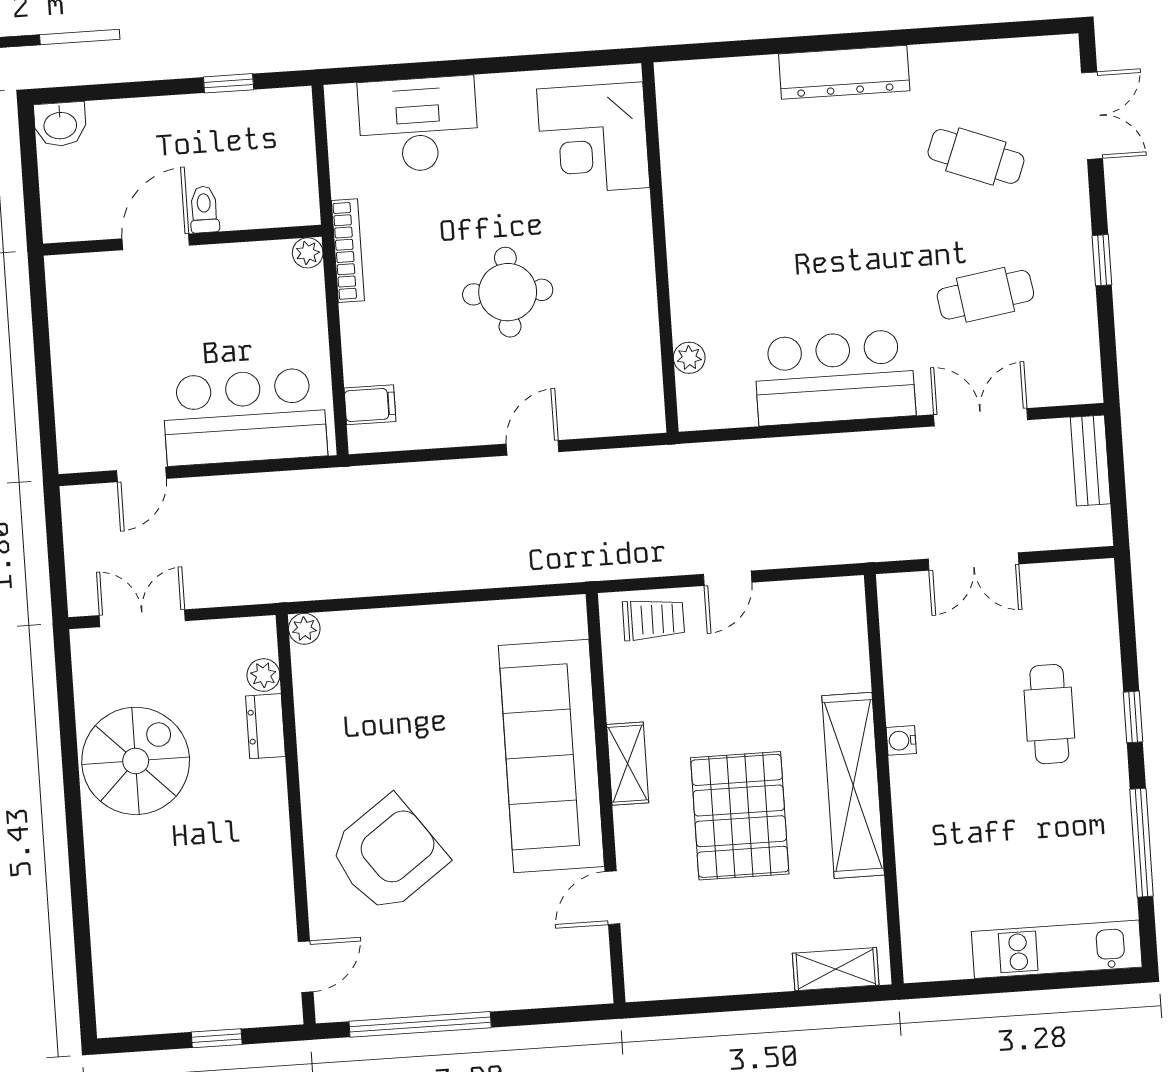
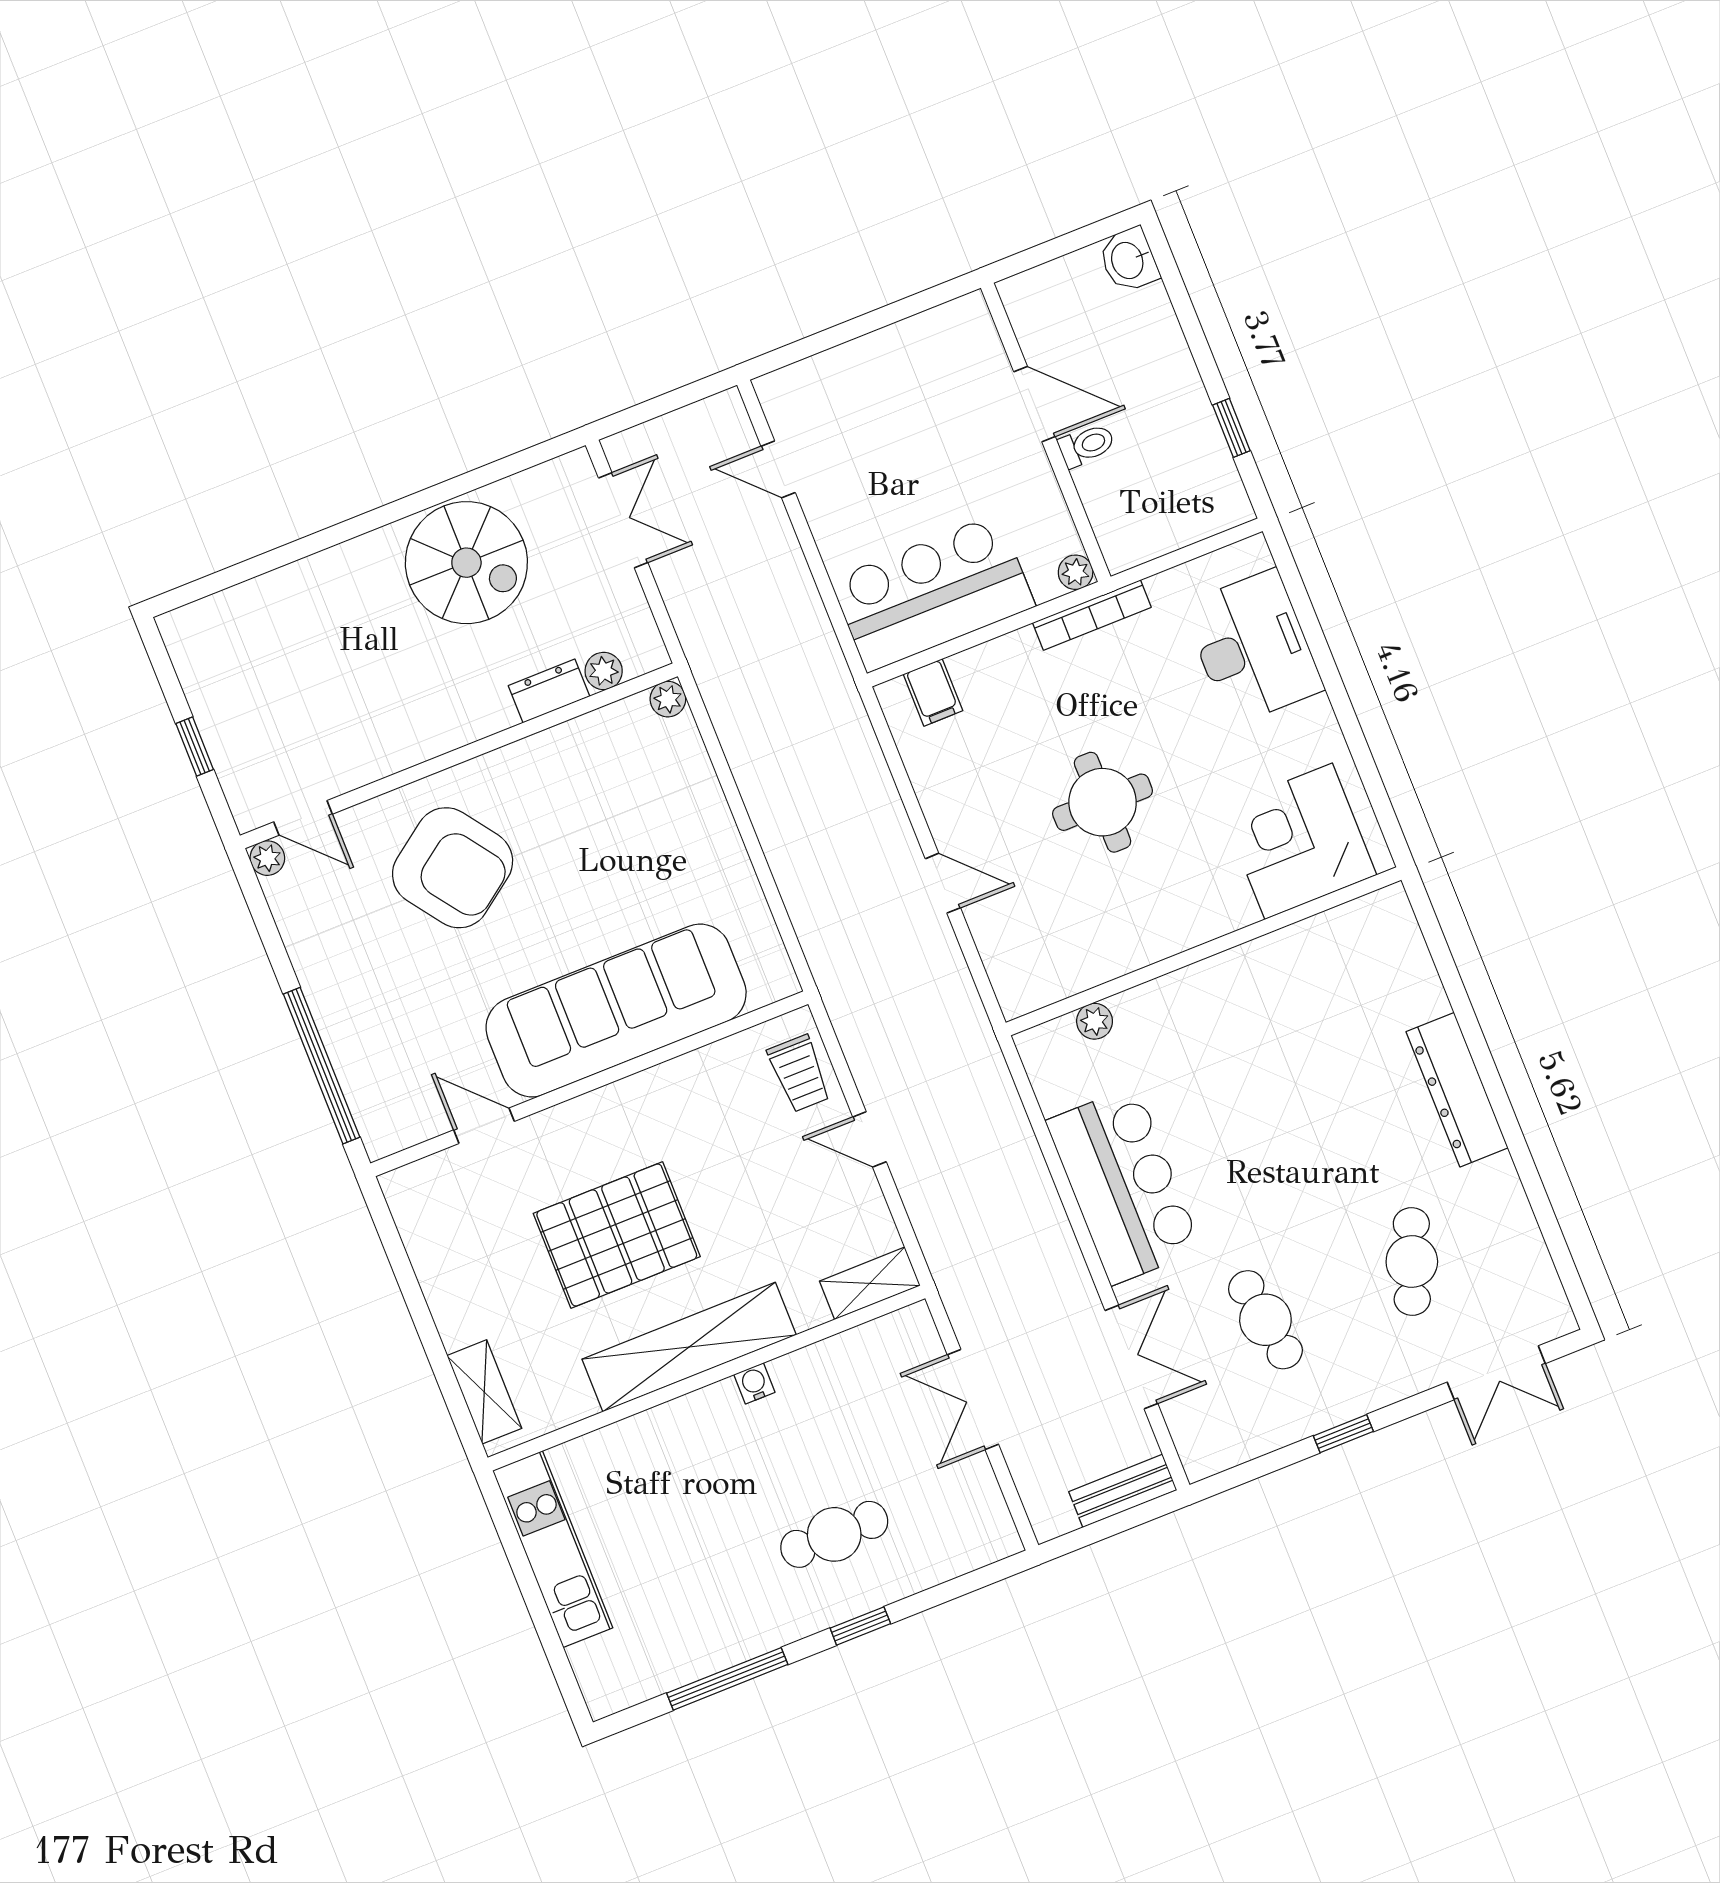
bar counter: (245, 417) -> (933, 593), moved, turned -90
shelving: (628, 764) -> (870, 1283), moved
kitchen unit: (1057, 949) -> (553, 1549), moved
plant: (330, 1007) -> (267, 858), added
window: (420, 1024) -> (322, 1066), moved

